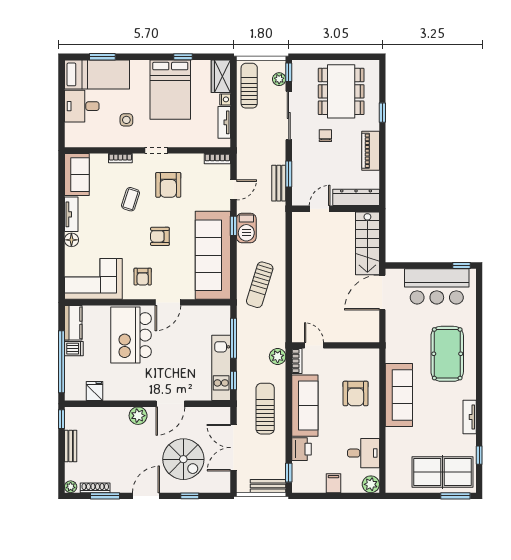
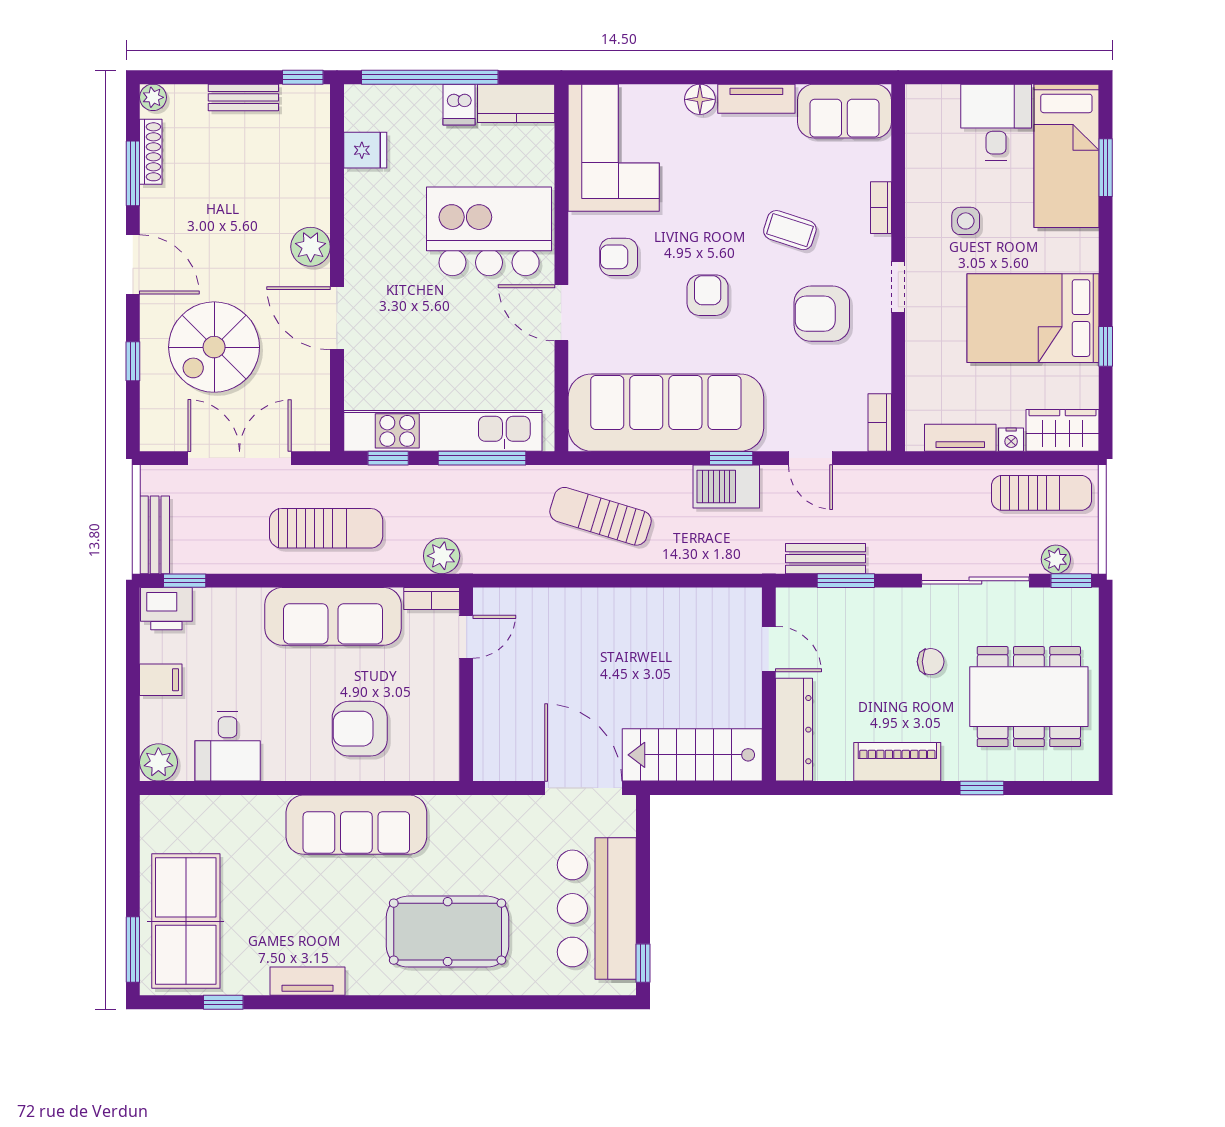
kitchen unit: (221, 368) -> (443, 431), width x1.36
printer: (301, 449) -> (166, 609), moved

